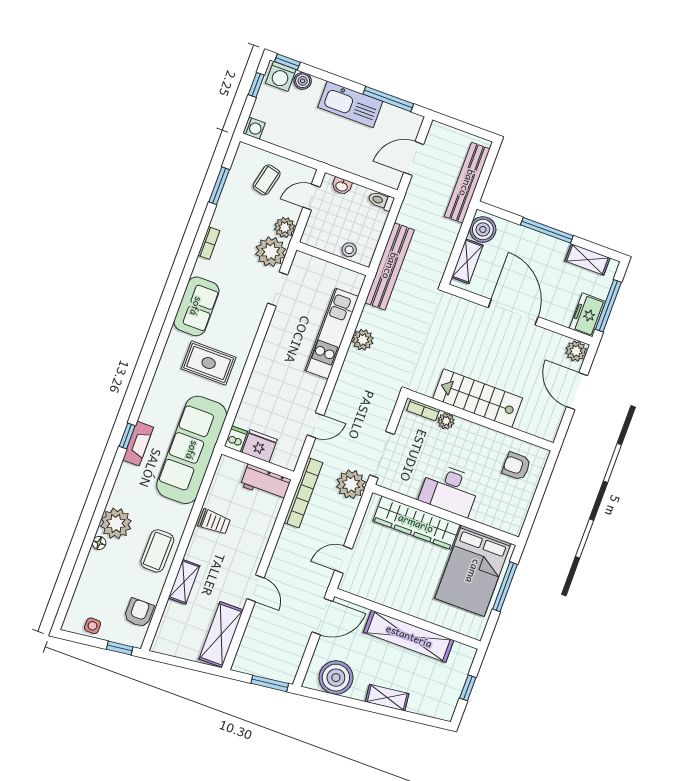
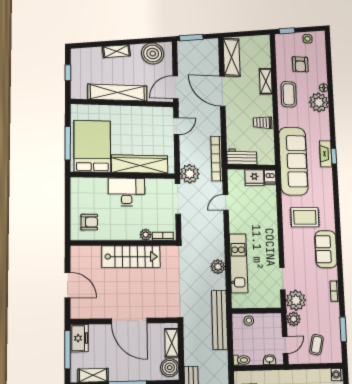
plant: (576, 351) -> (78, 311), removed
door: (256, 588) -> (222, 91), width x1.87
armchair: (139, 613) -> (300, 64), moved

